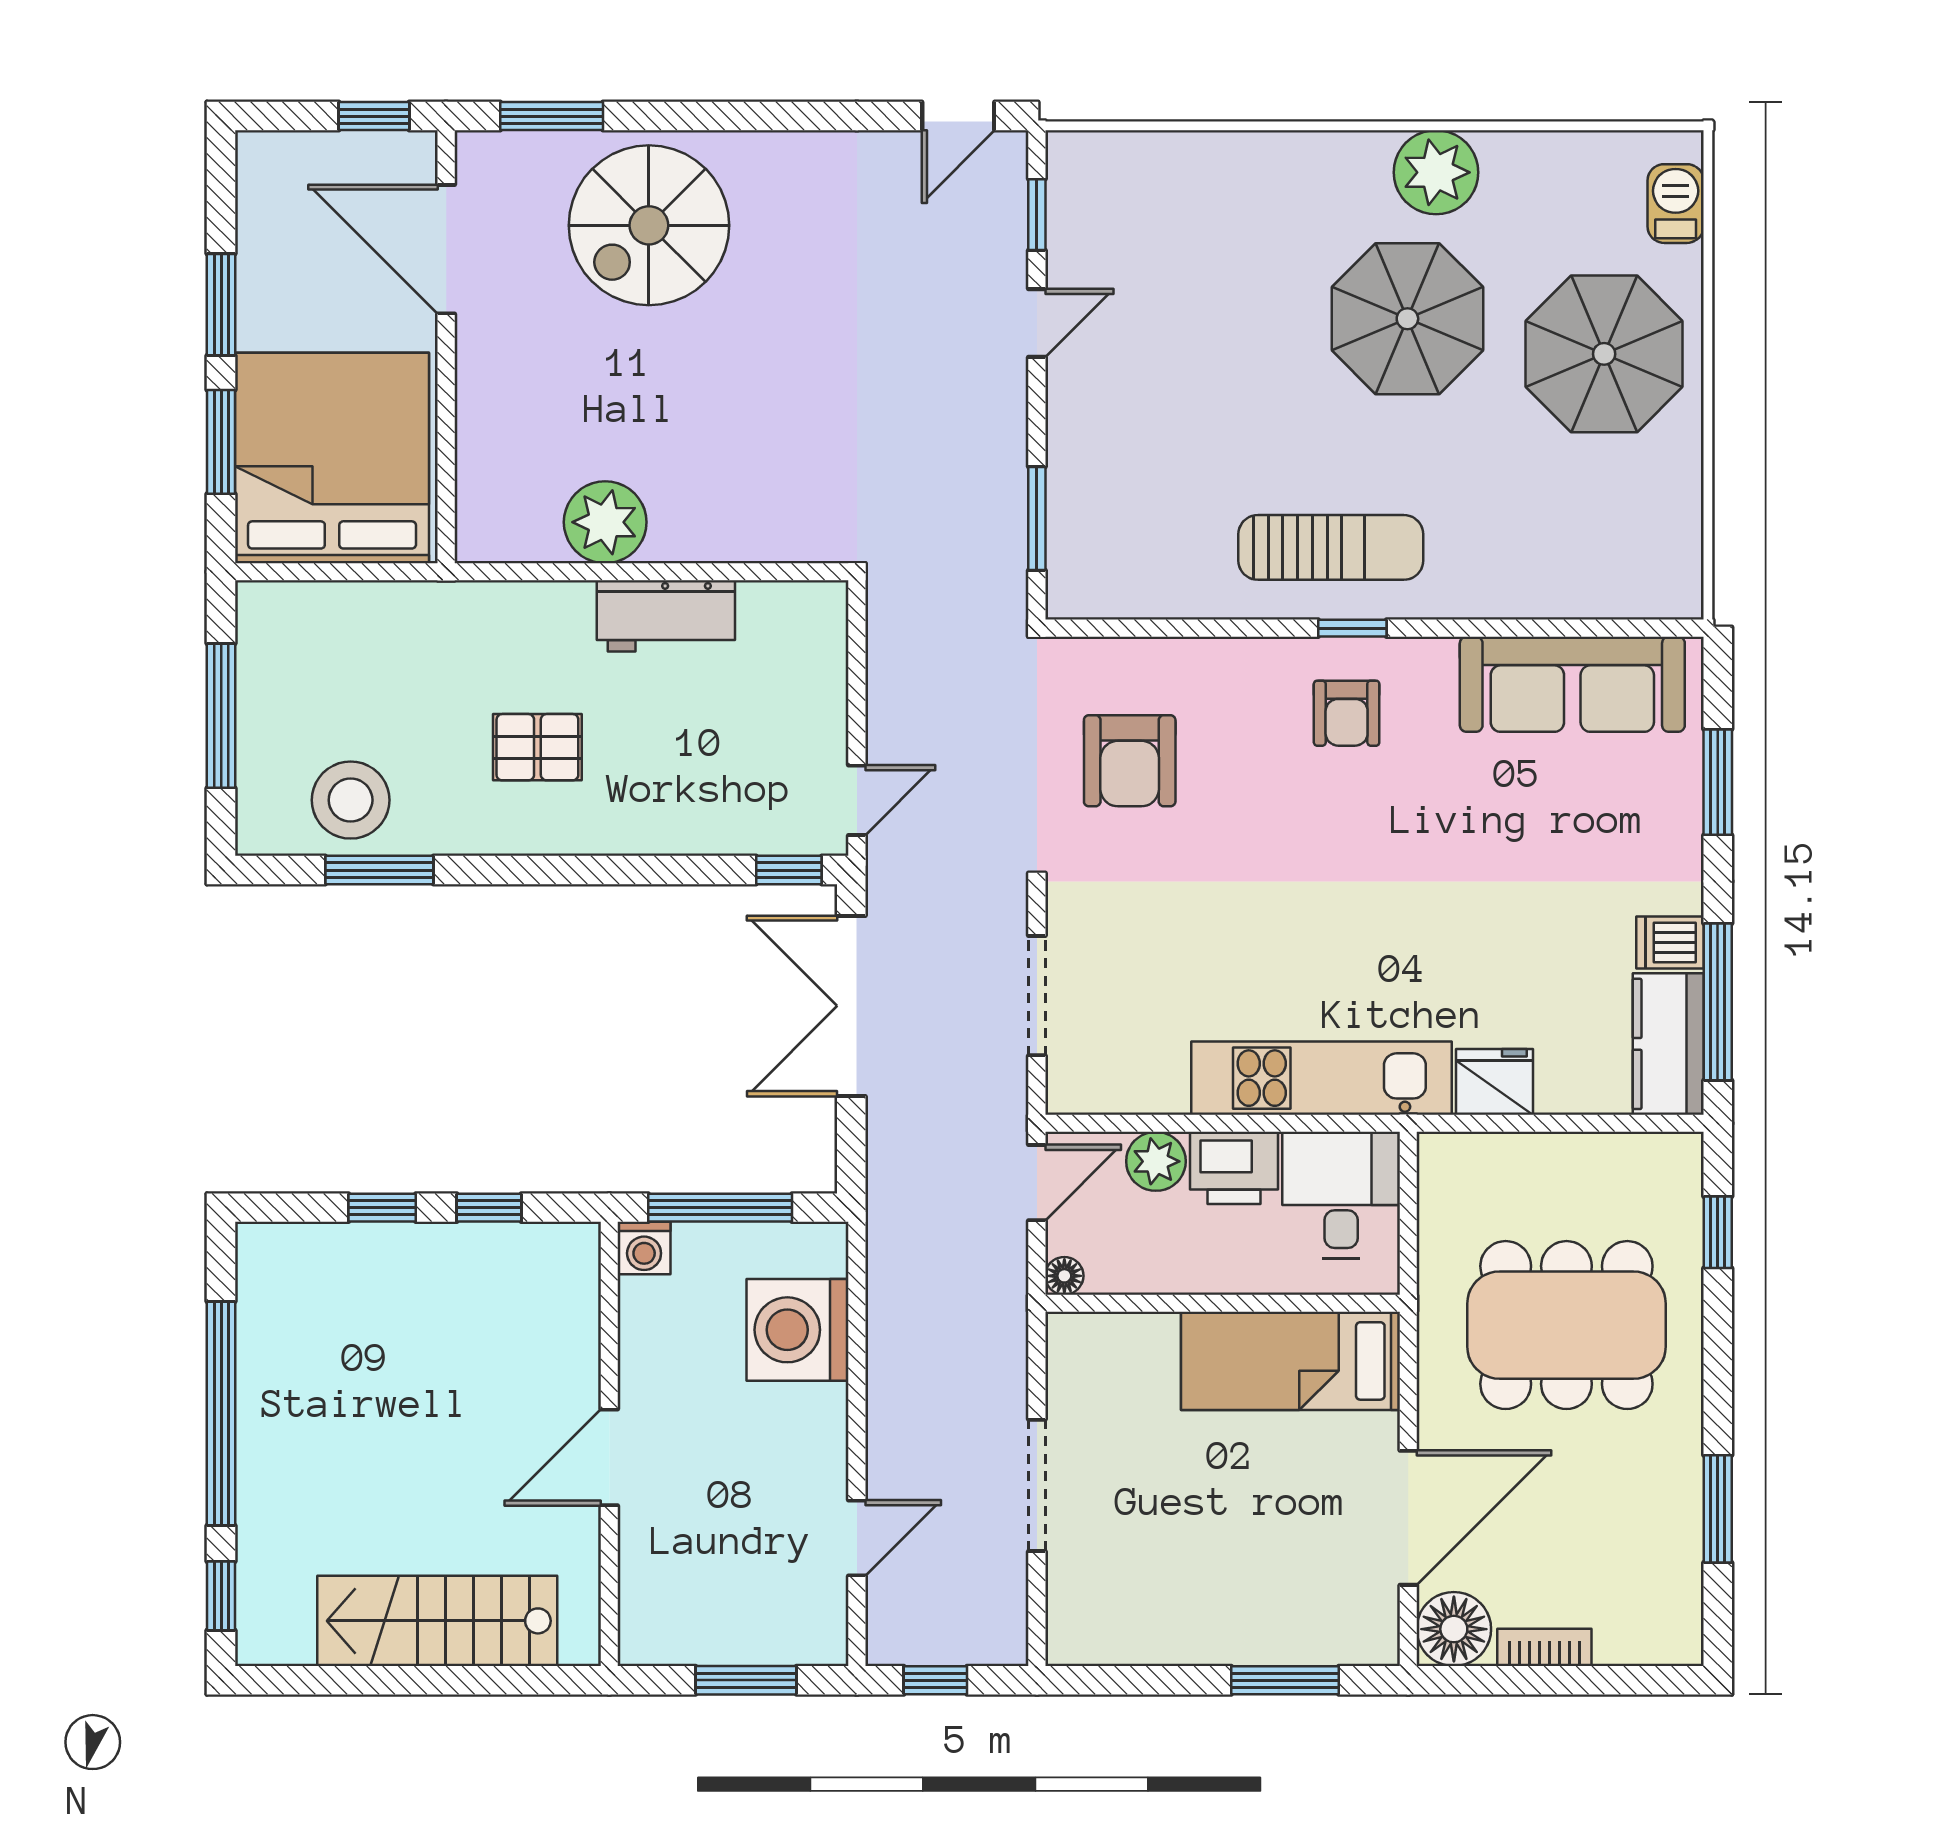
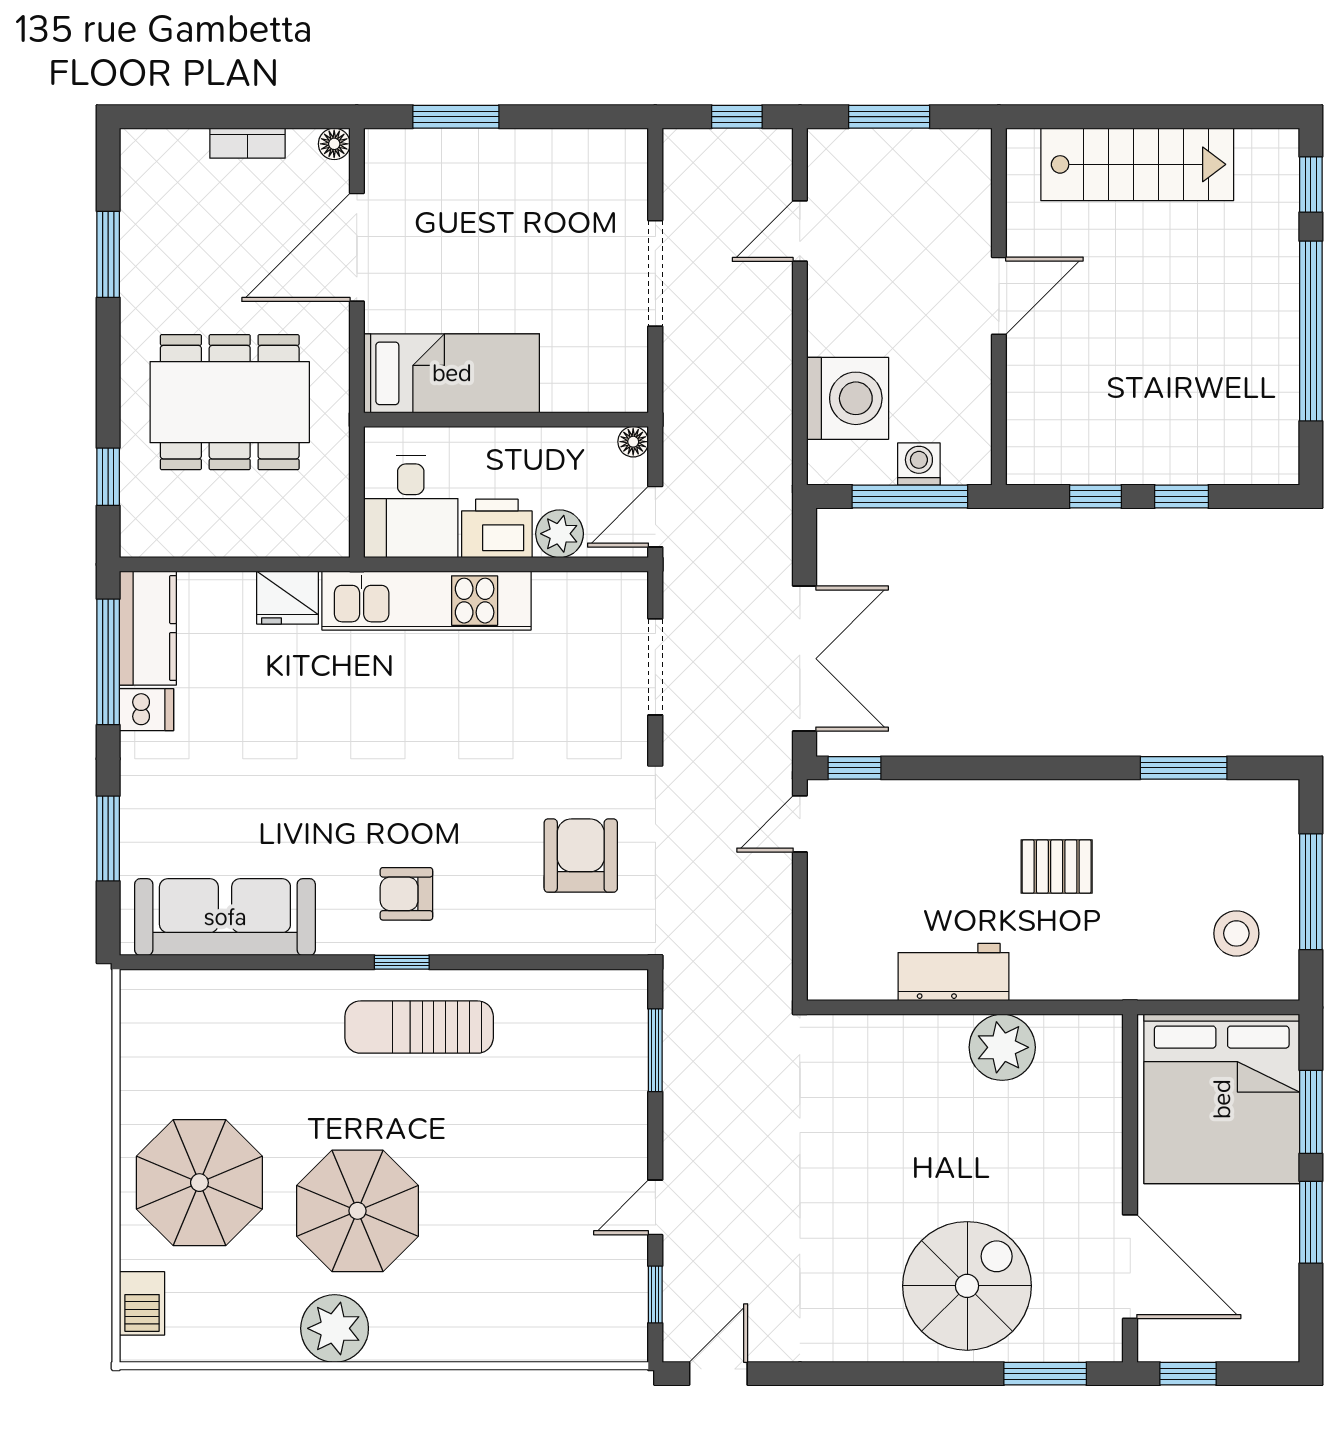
armchair: (1347, 713) -> (406, 894), turned -90
stool: (351, 800) -> (1236, 933), moved, width x0.73, depth x0.73
washing machine: (644, 1248) -> (919, 464), moved
floor lamp: (1454, 1629) -> (334, 144), width x0.53, depth x0.53

